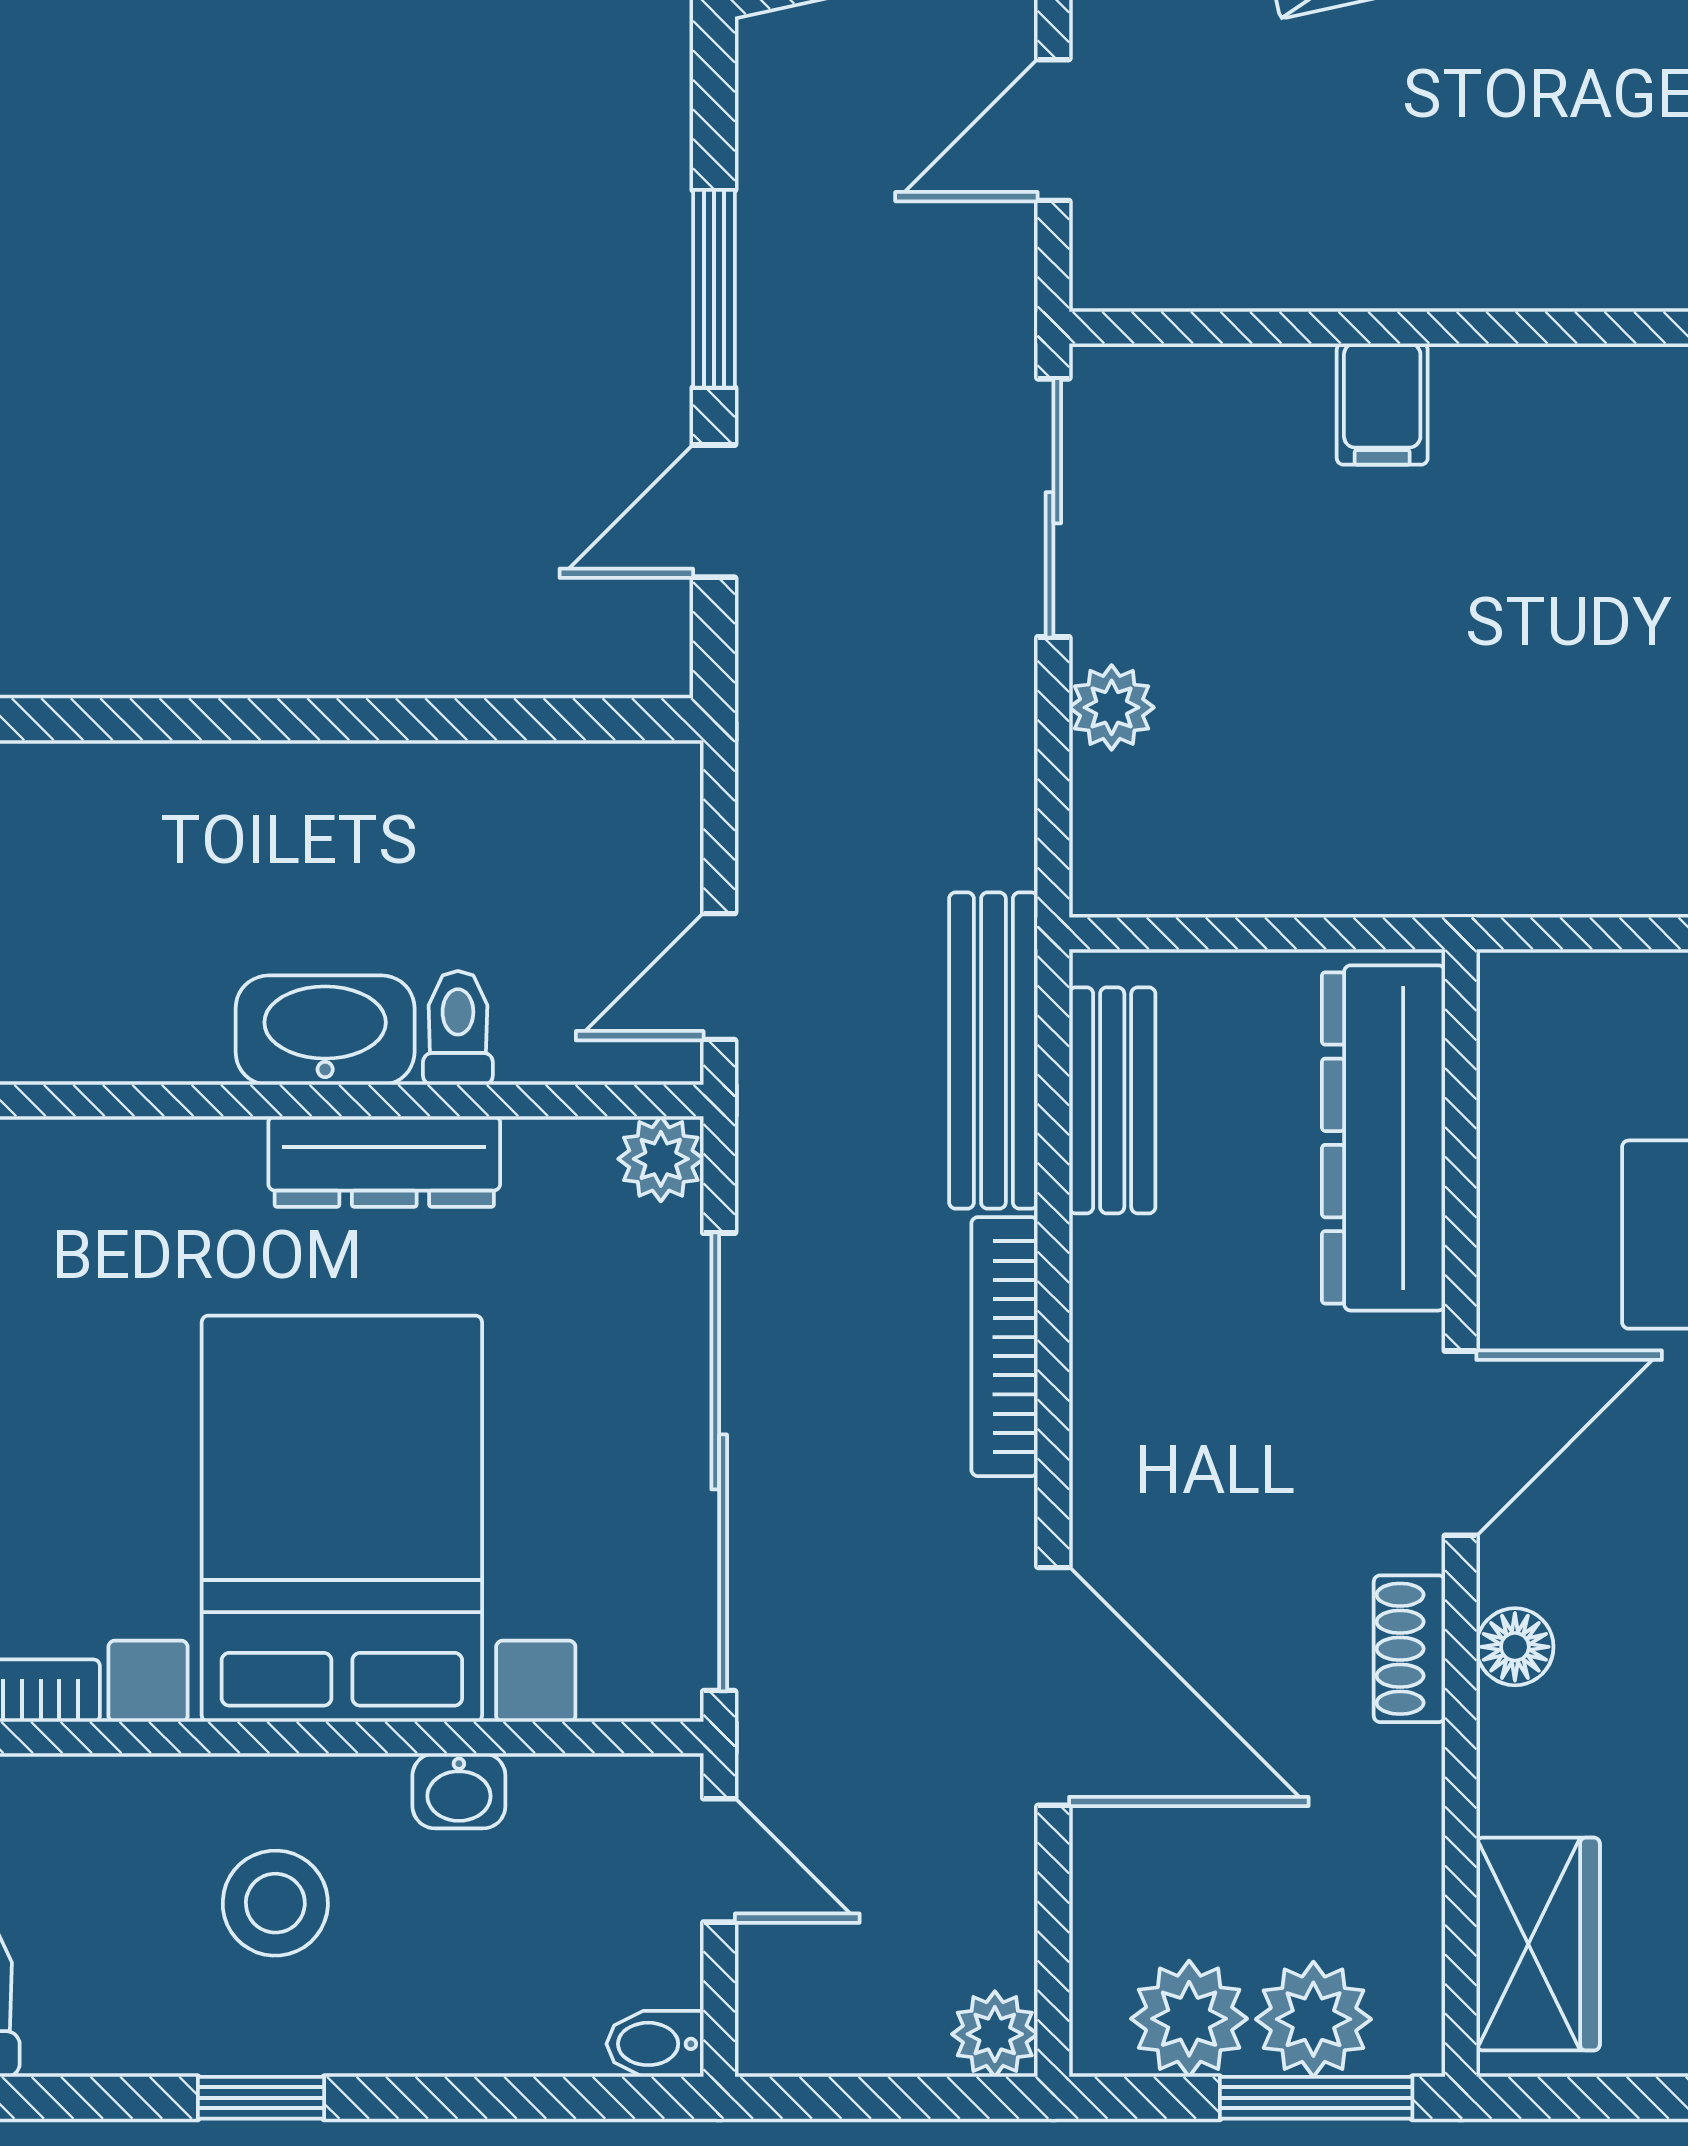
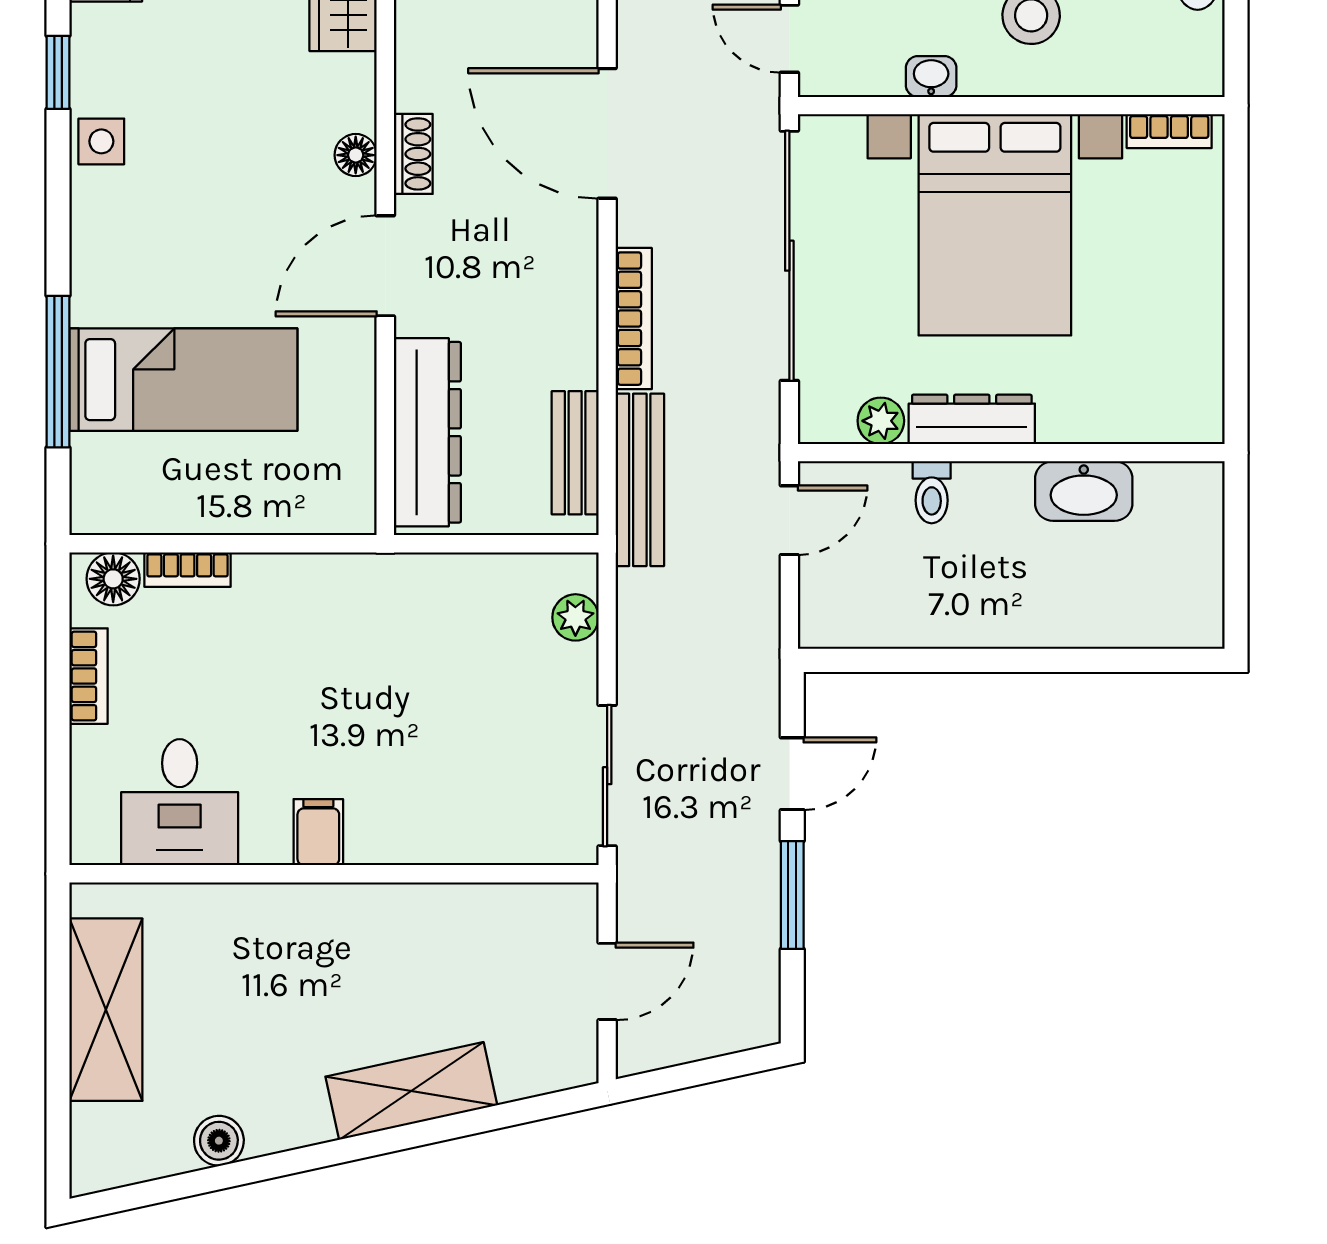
filing cabinet: (1382, 404) -> (318, 832), moved
plant: (1112, 707) -> (575, 617), moved
washbasin: (325, 1030) -> (1084, 491), moved
plant: (661, 1159) -> (881, 421), moved

